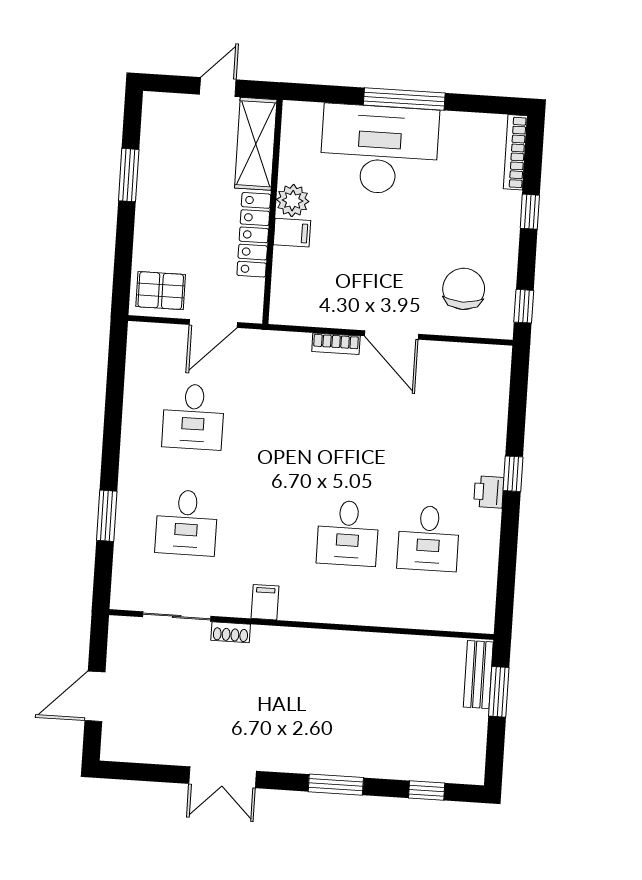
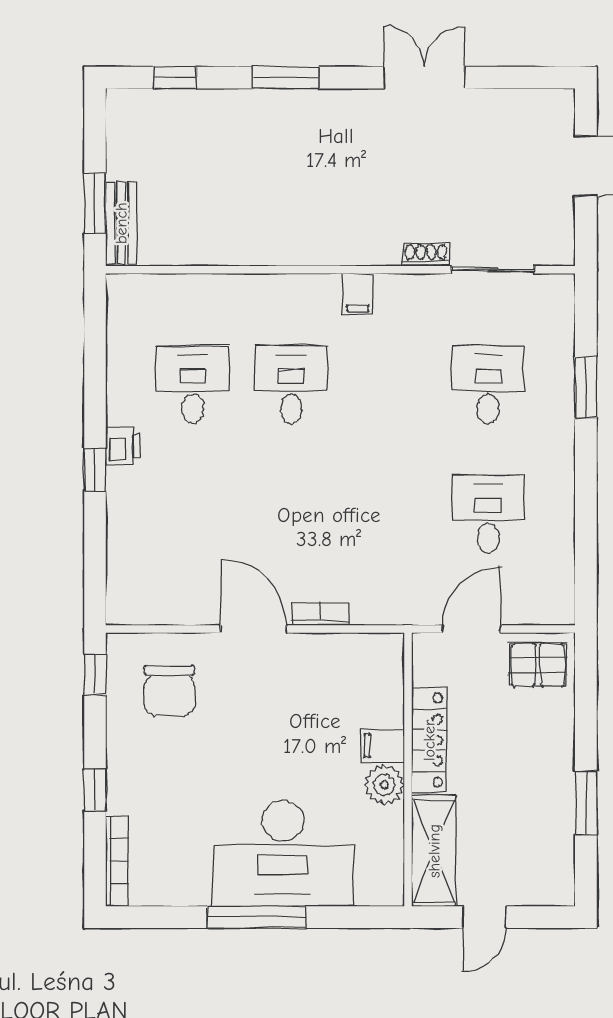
filing cabinet: (265, 602) -> (358, 294), moved

